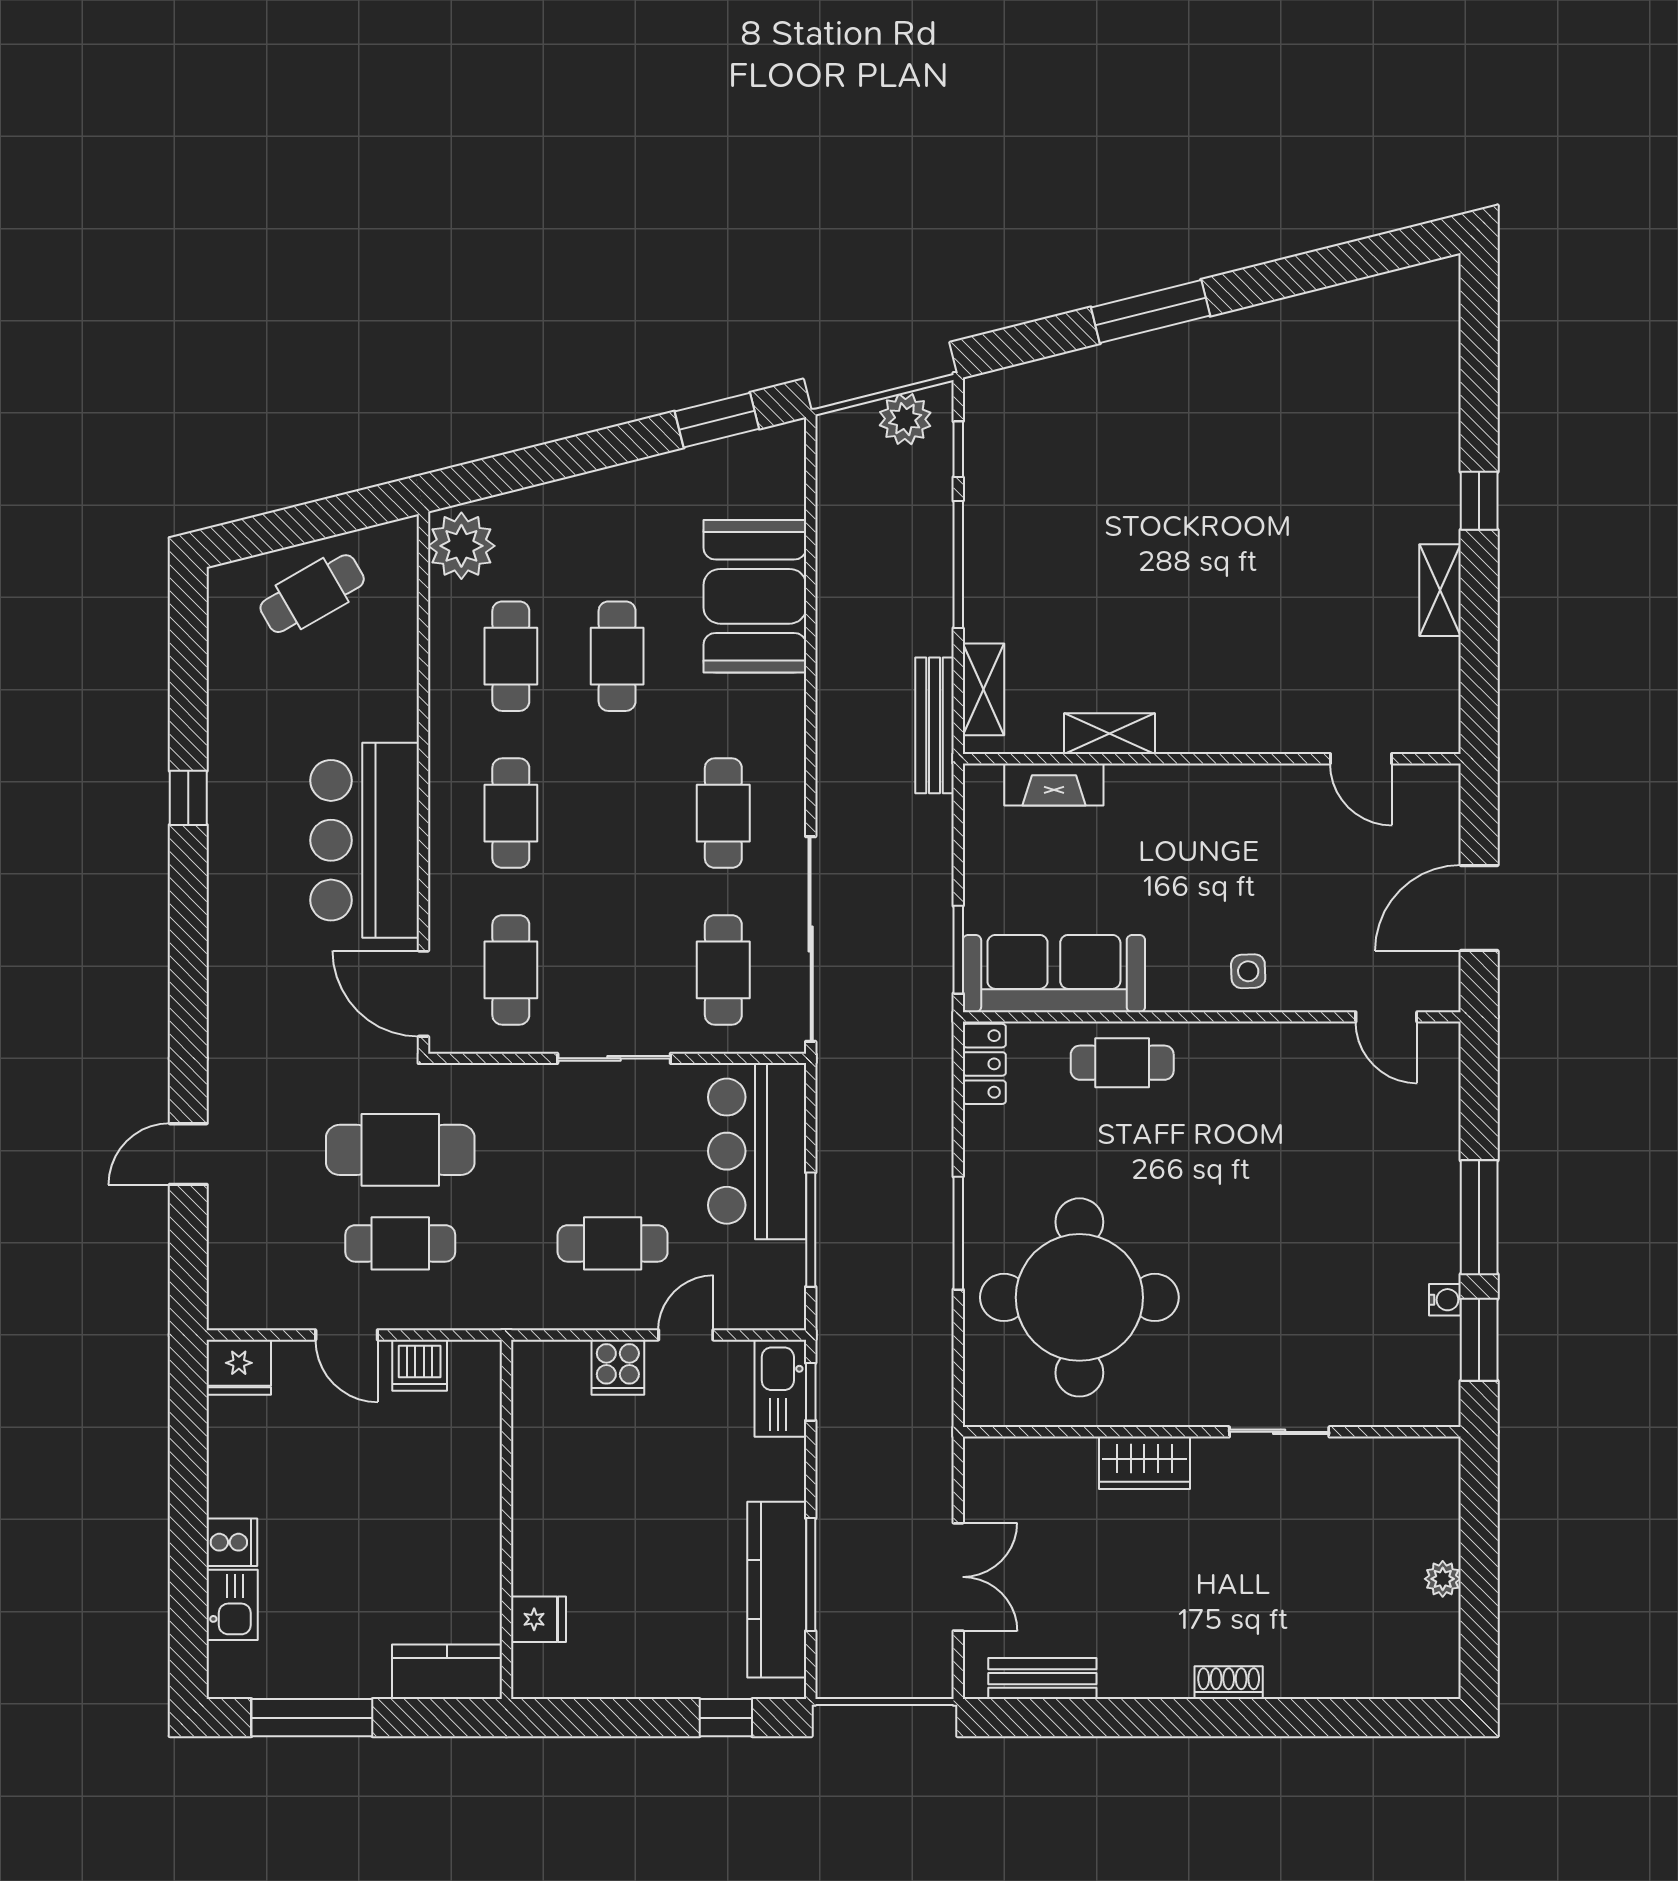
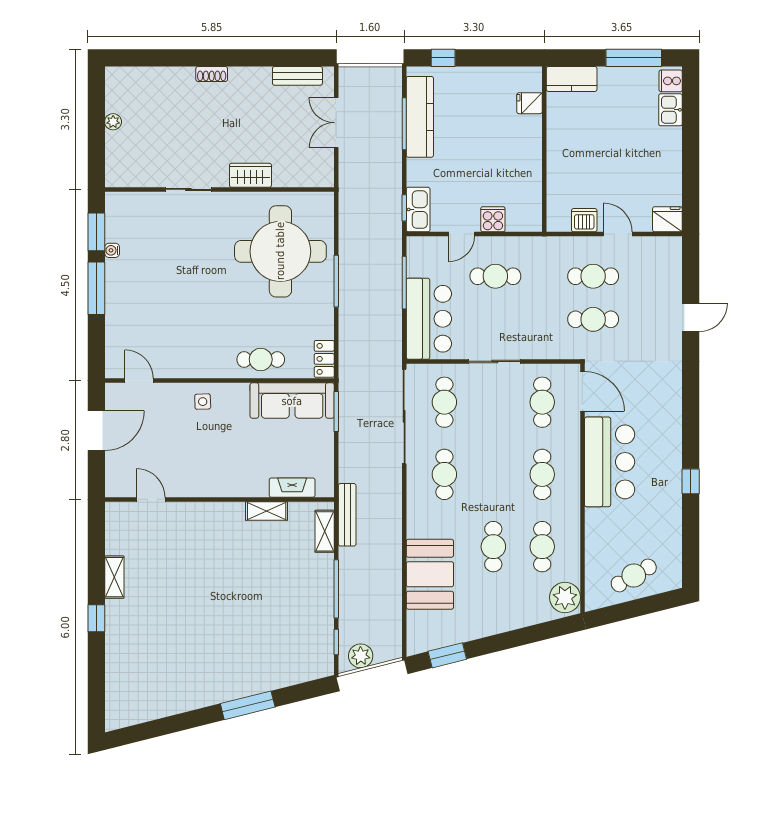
cafe table: (400, 1150) -> (593, 319), width x0.73, depth x0.74
cooker: (232, 1542) -> (671, 81), moved

